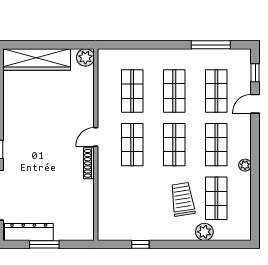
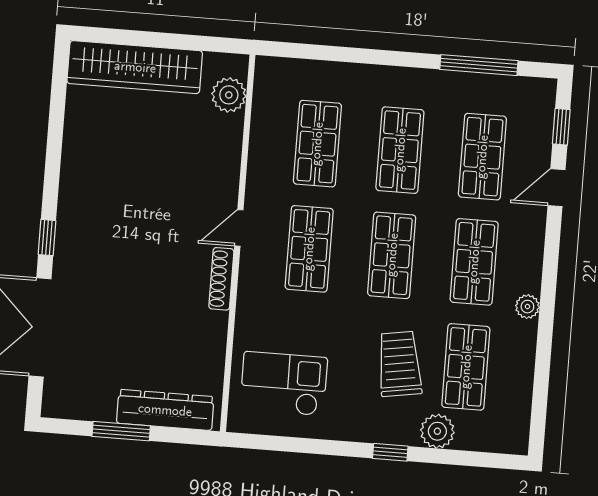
plant: (85, 57) -> (229, 95), moved
checkout: (125, 214) -> (284, 384), added
dresser: (29, 232) -> (165, 410), moved
window: (140, 244) -> (390, 452), moved

